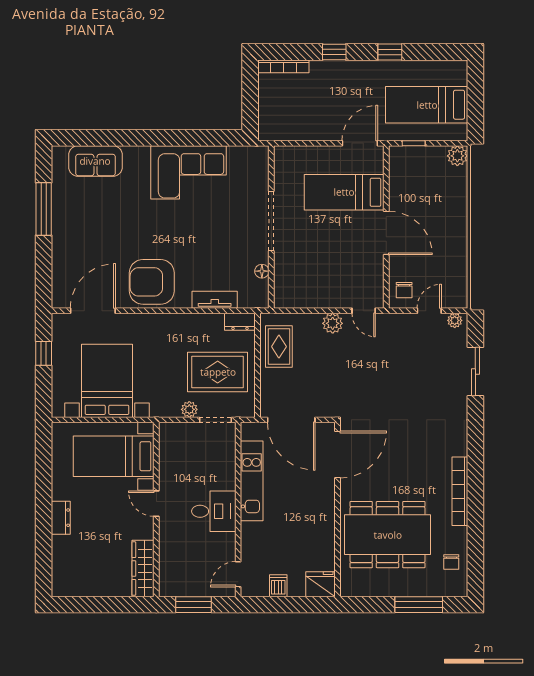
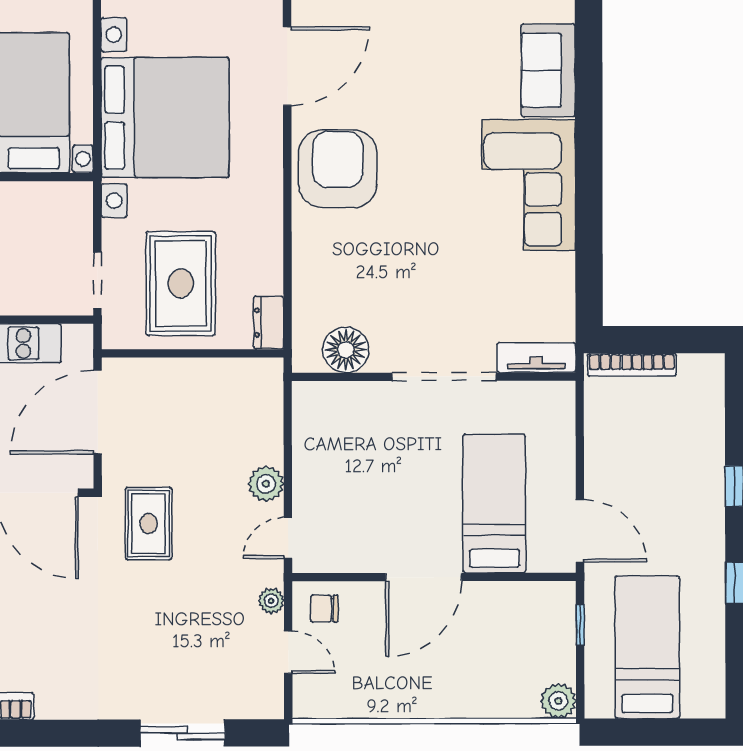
bookcase: (283, 66) -> (632, 365), moved, turned -90
corner sofa: (189, 172) -> (529, 185), moved
floor lamp: (262, 271) -> (346, 350), width x1.89, depth x1.89
tv unit: (215, 300) -> (536, 357), moved, turned -90
door: (93, 311) -> (287, 66), hinge flipped
plant: (455, 320) -> (271, 601), moved
rug: (279, 347) -> (148, 524), moved, turned 90
bed with nightstands: (107, 381) -> (165, 118), width x1.36
plant: (189, 409) -> (116, 235), removed

